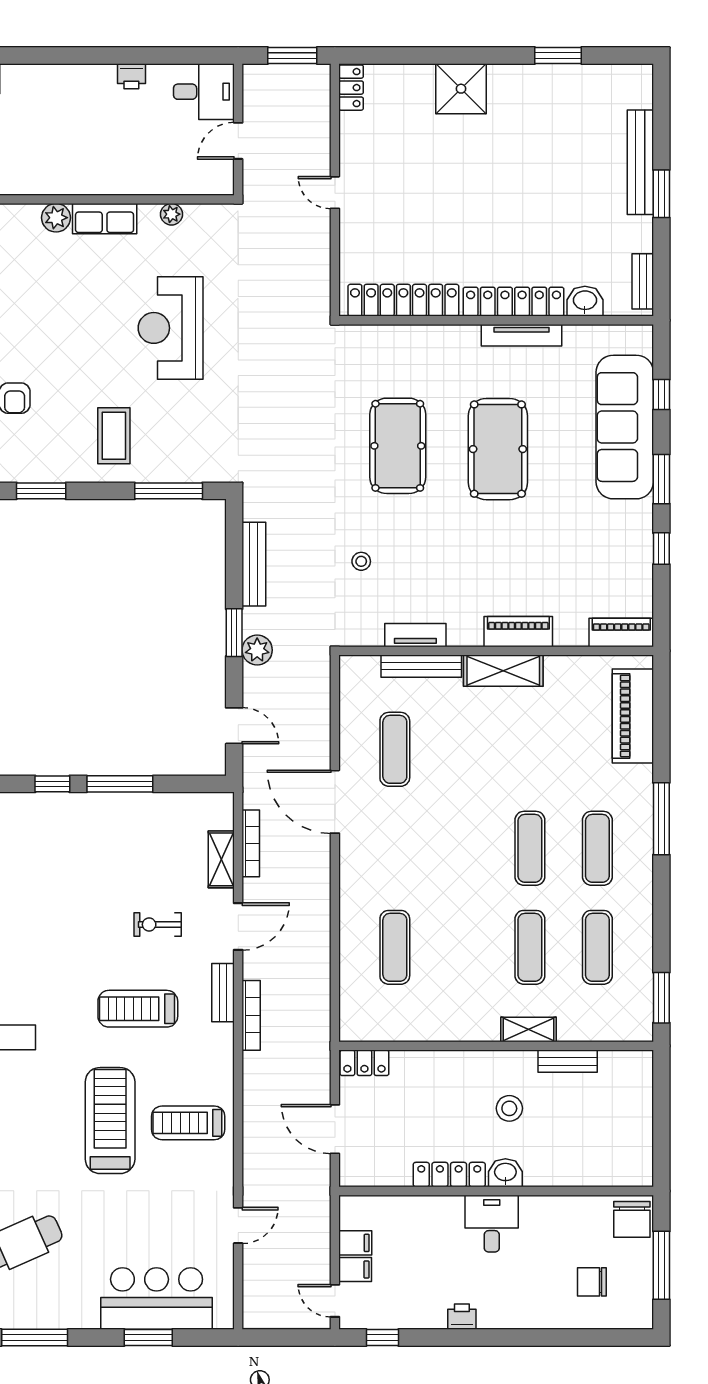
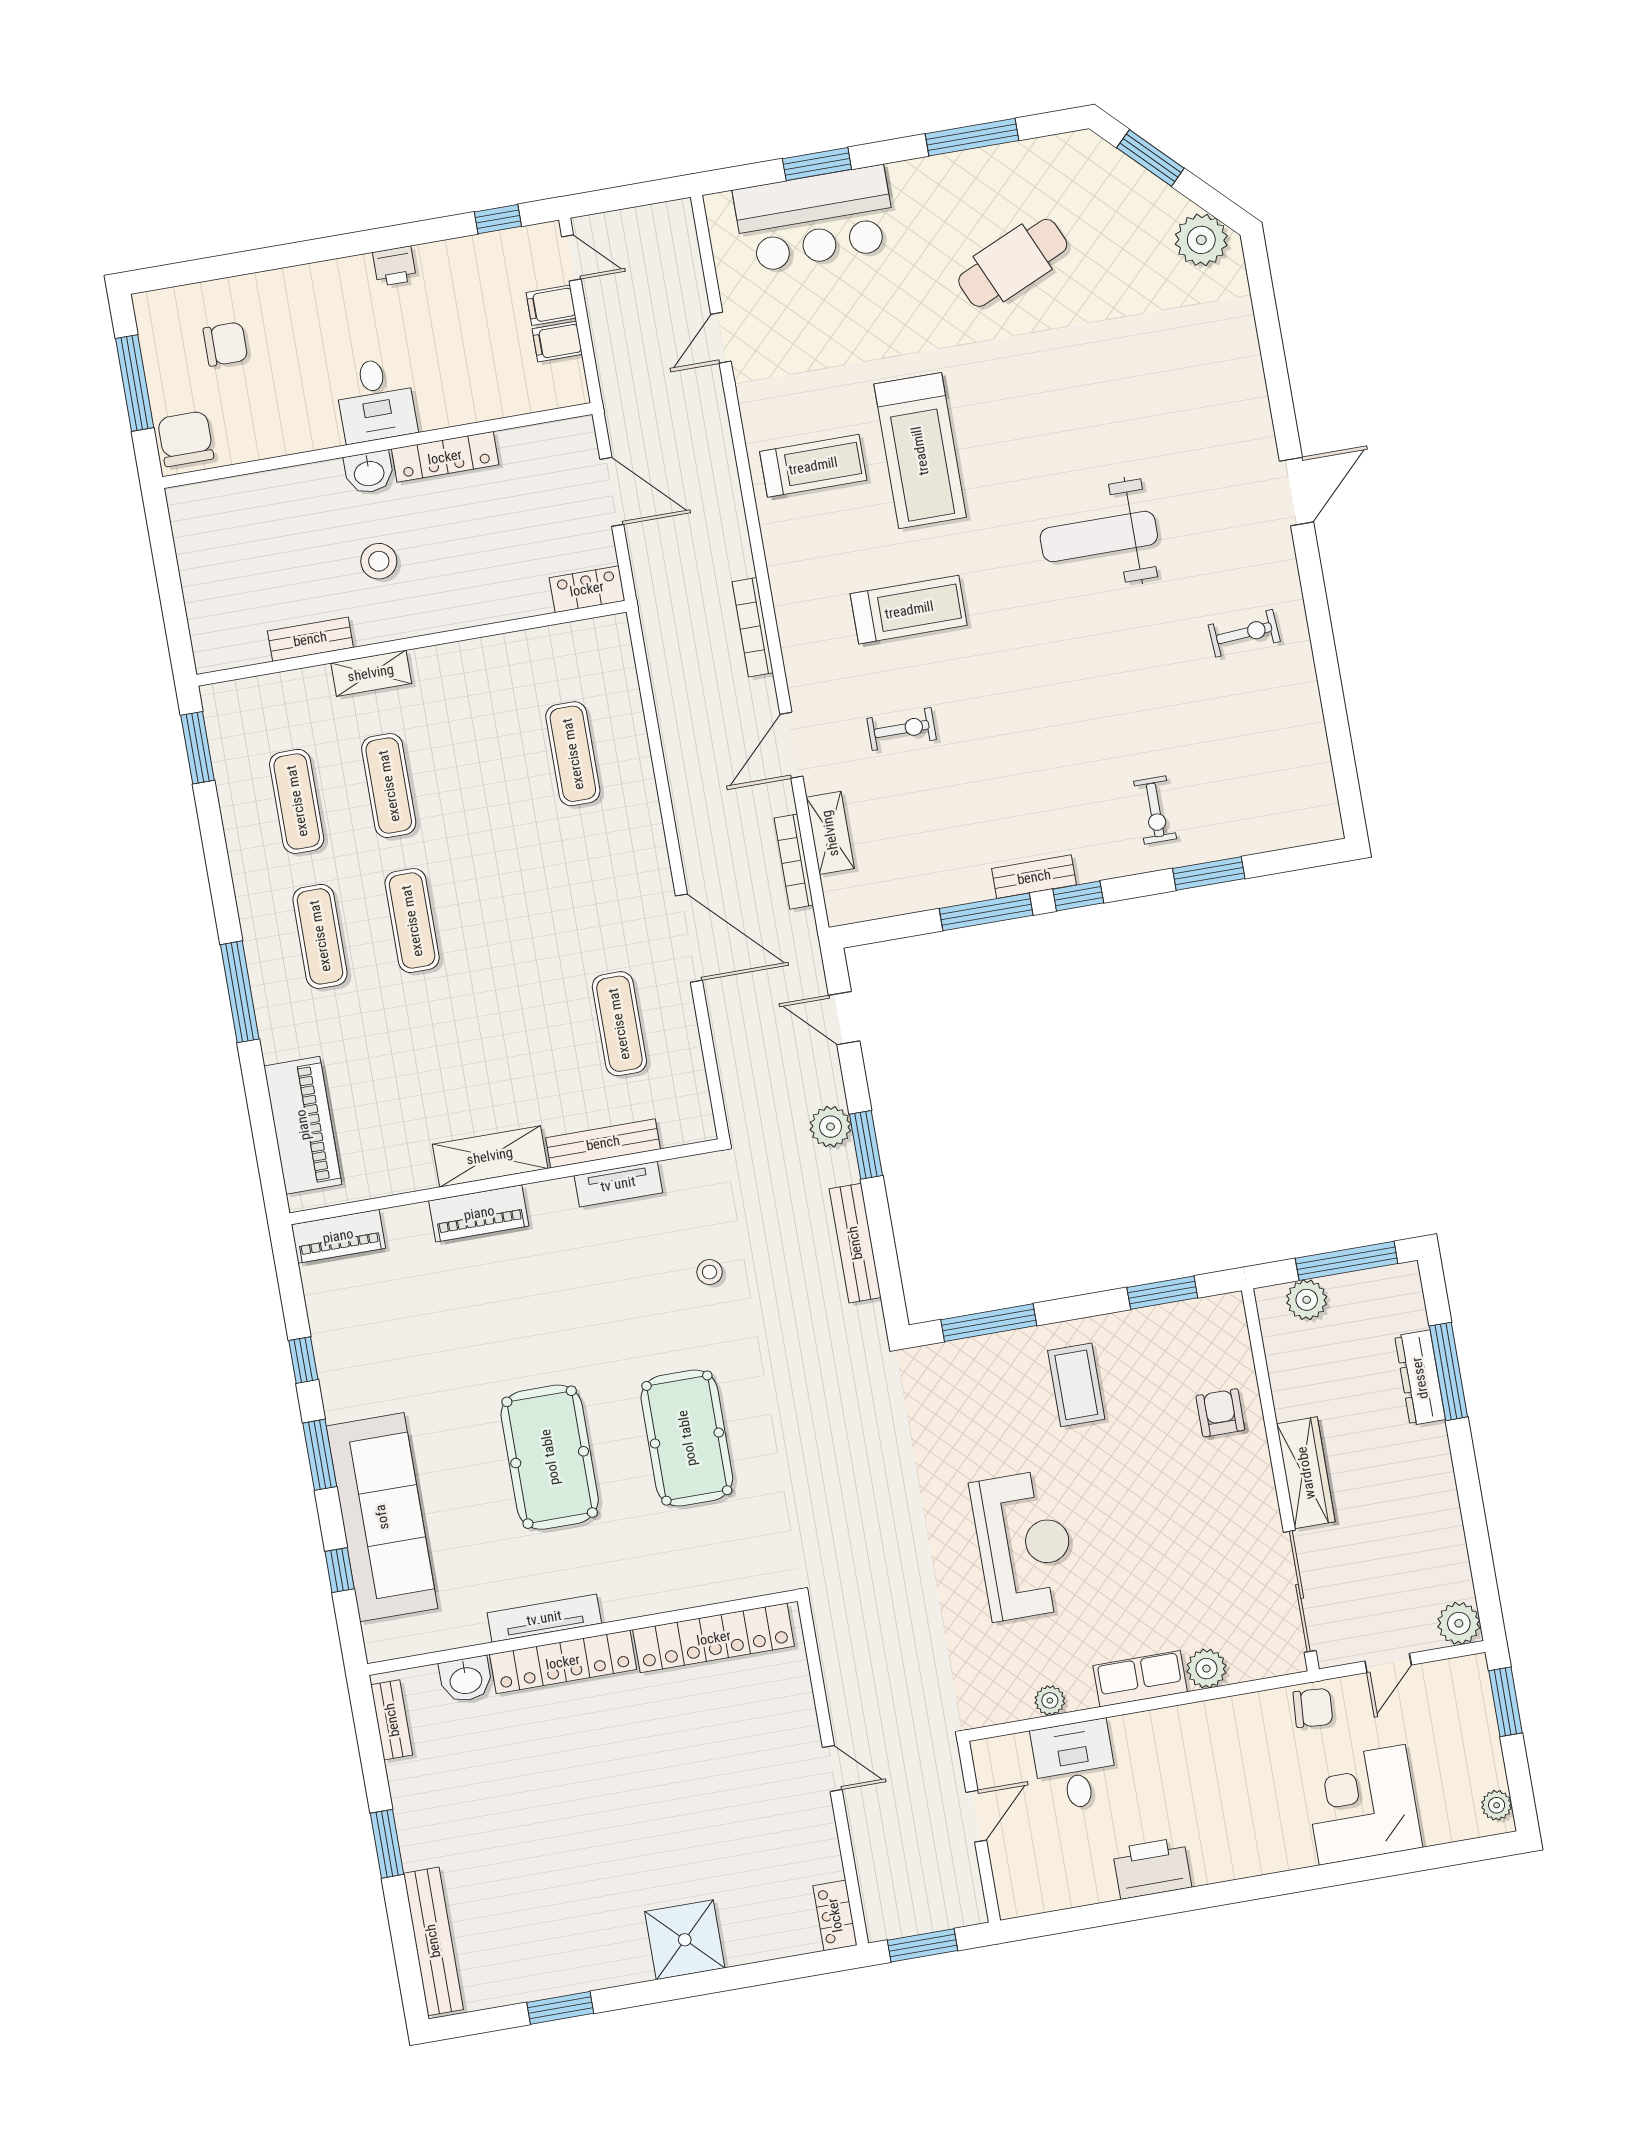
printer: (131, 76) -> (1152, 1868), width x1.87, depth x1.48
desk: (204, 92) -> (1075, 1765), moved, turned 90
bench: (640, 162) -> (433, 1941), moved
bench: (223, 993) -> (1034, 877), moved, turned 90

